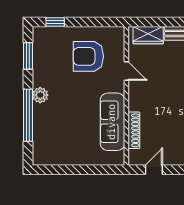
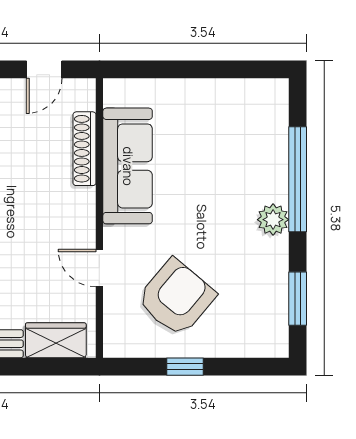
window: (55, 22) -> (185, 367), moved
armchair: (88, 56) -> (176, 298), turned -50

